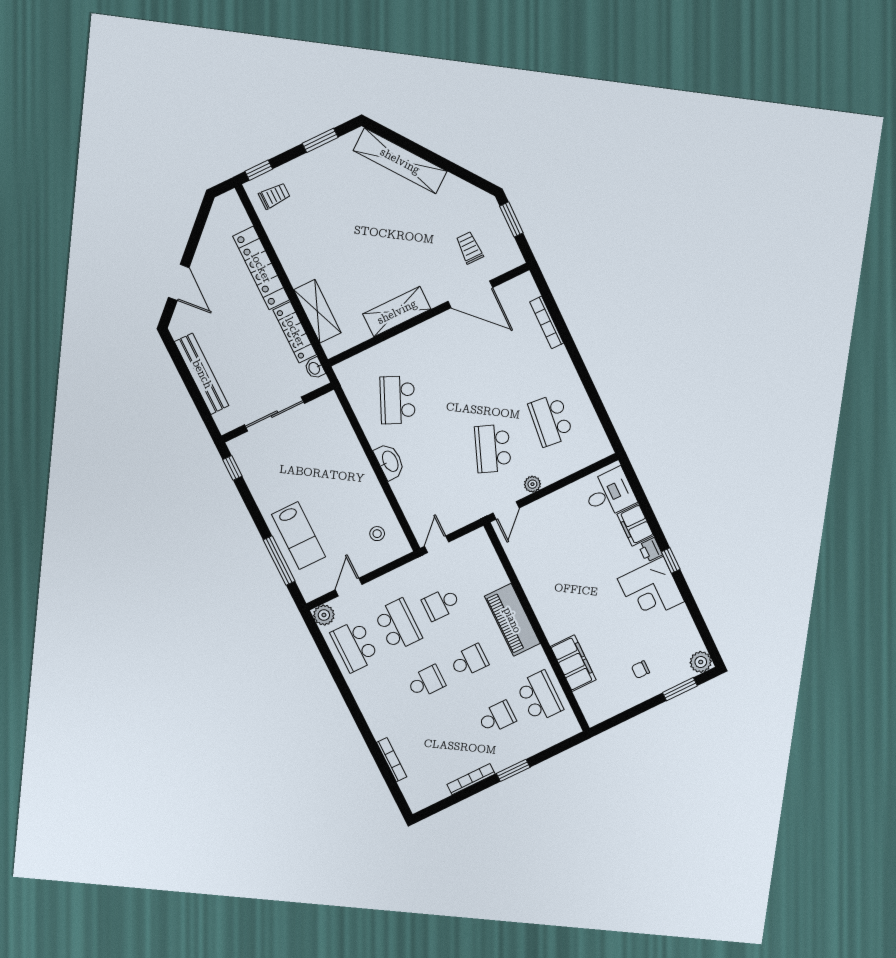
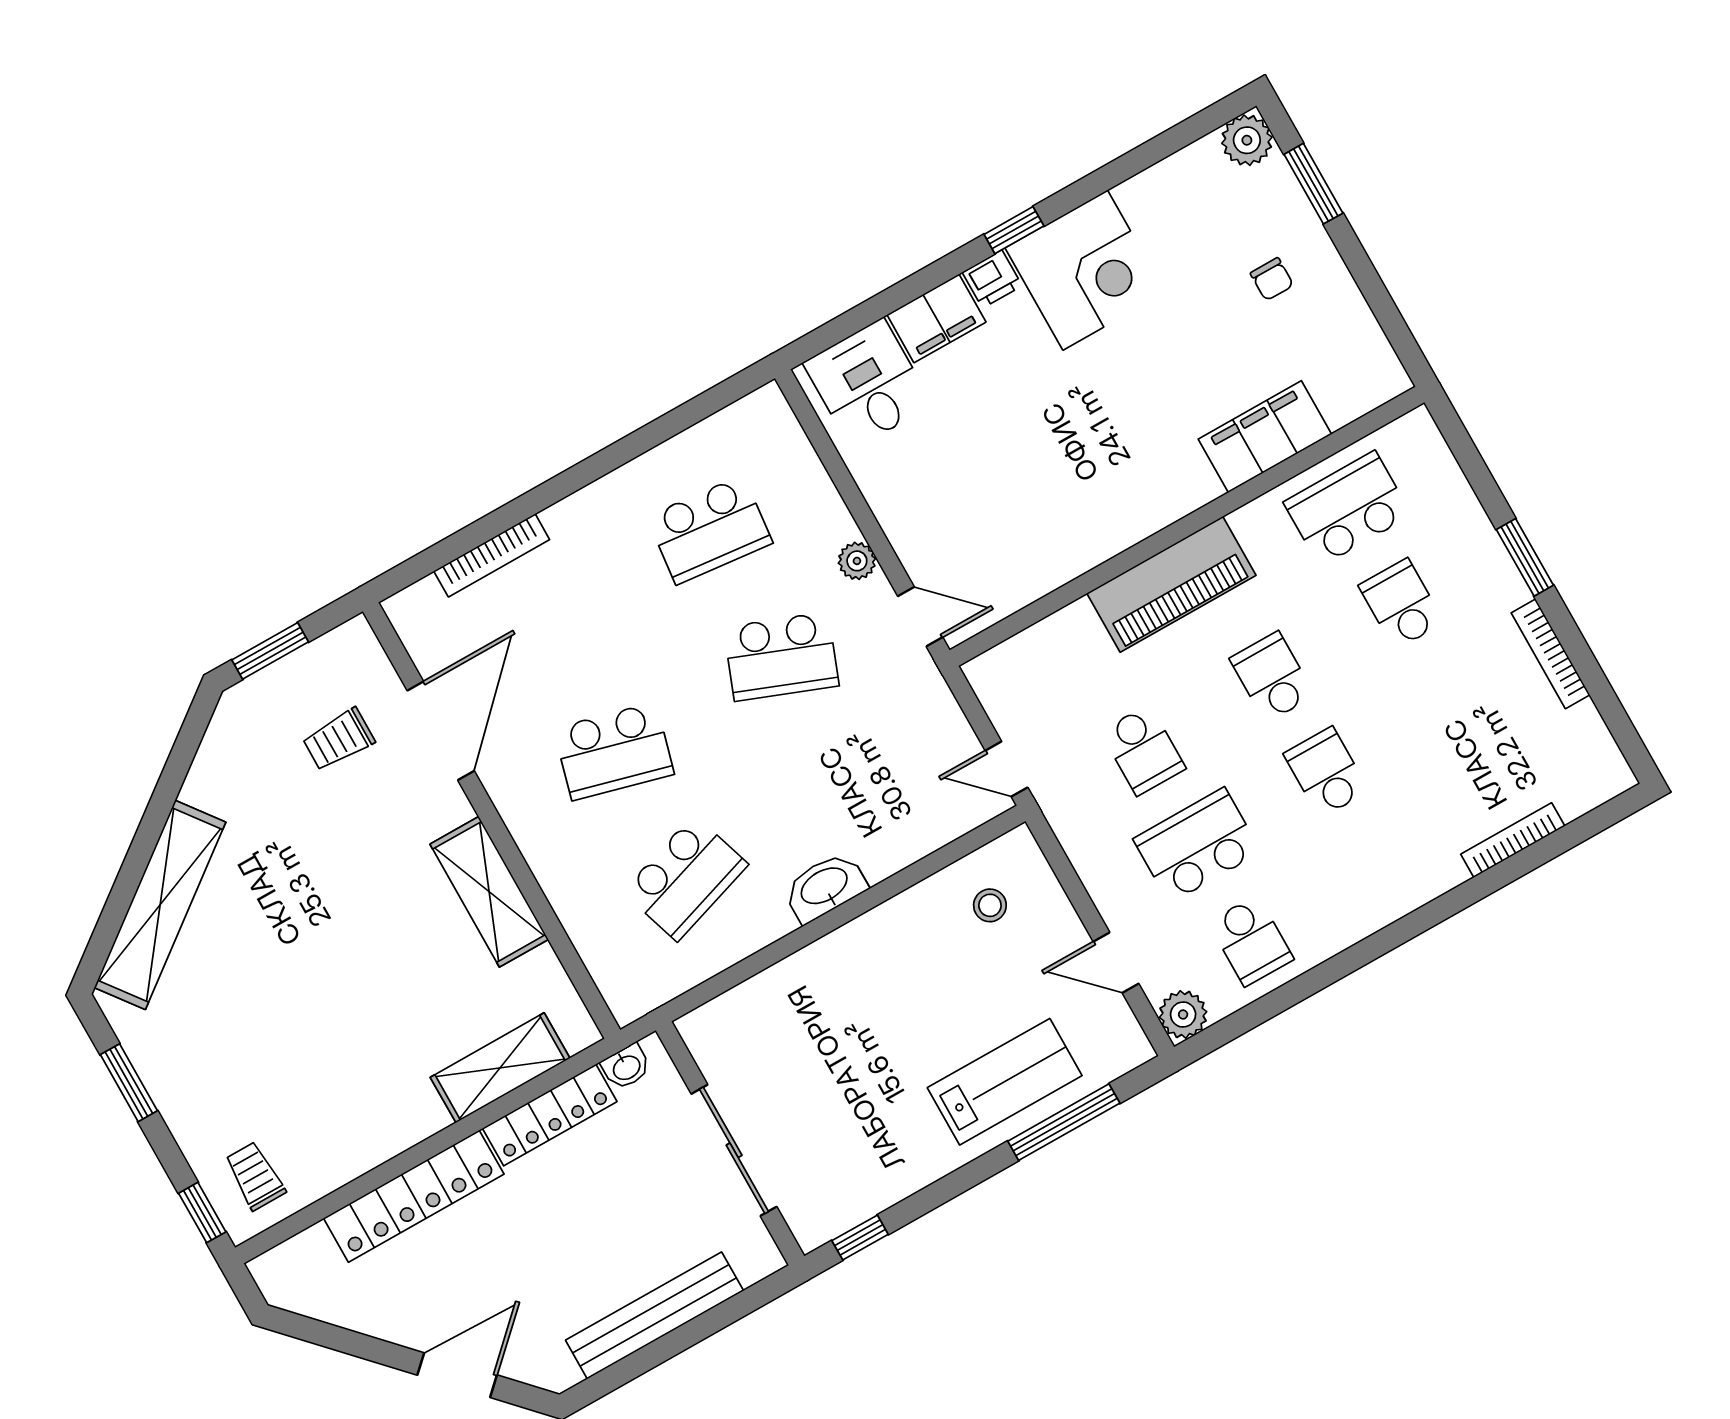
school desk: (456, 372) -> (614, 751), added
school desk: (398, 400) -> (686, 878), turned -42
school desk: (355, 646) -> (1251, 941), width x0.54

